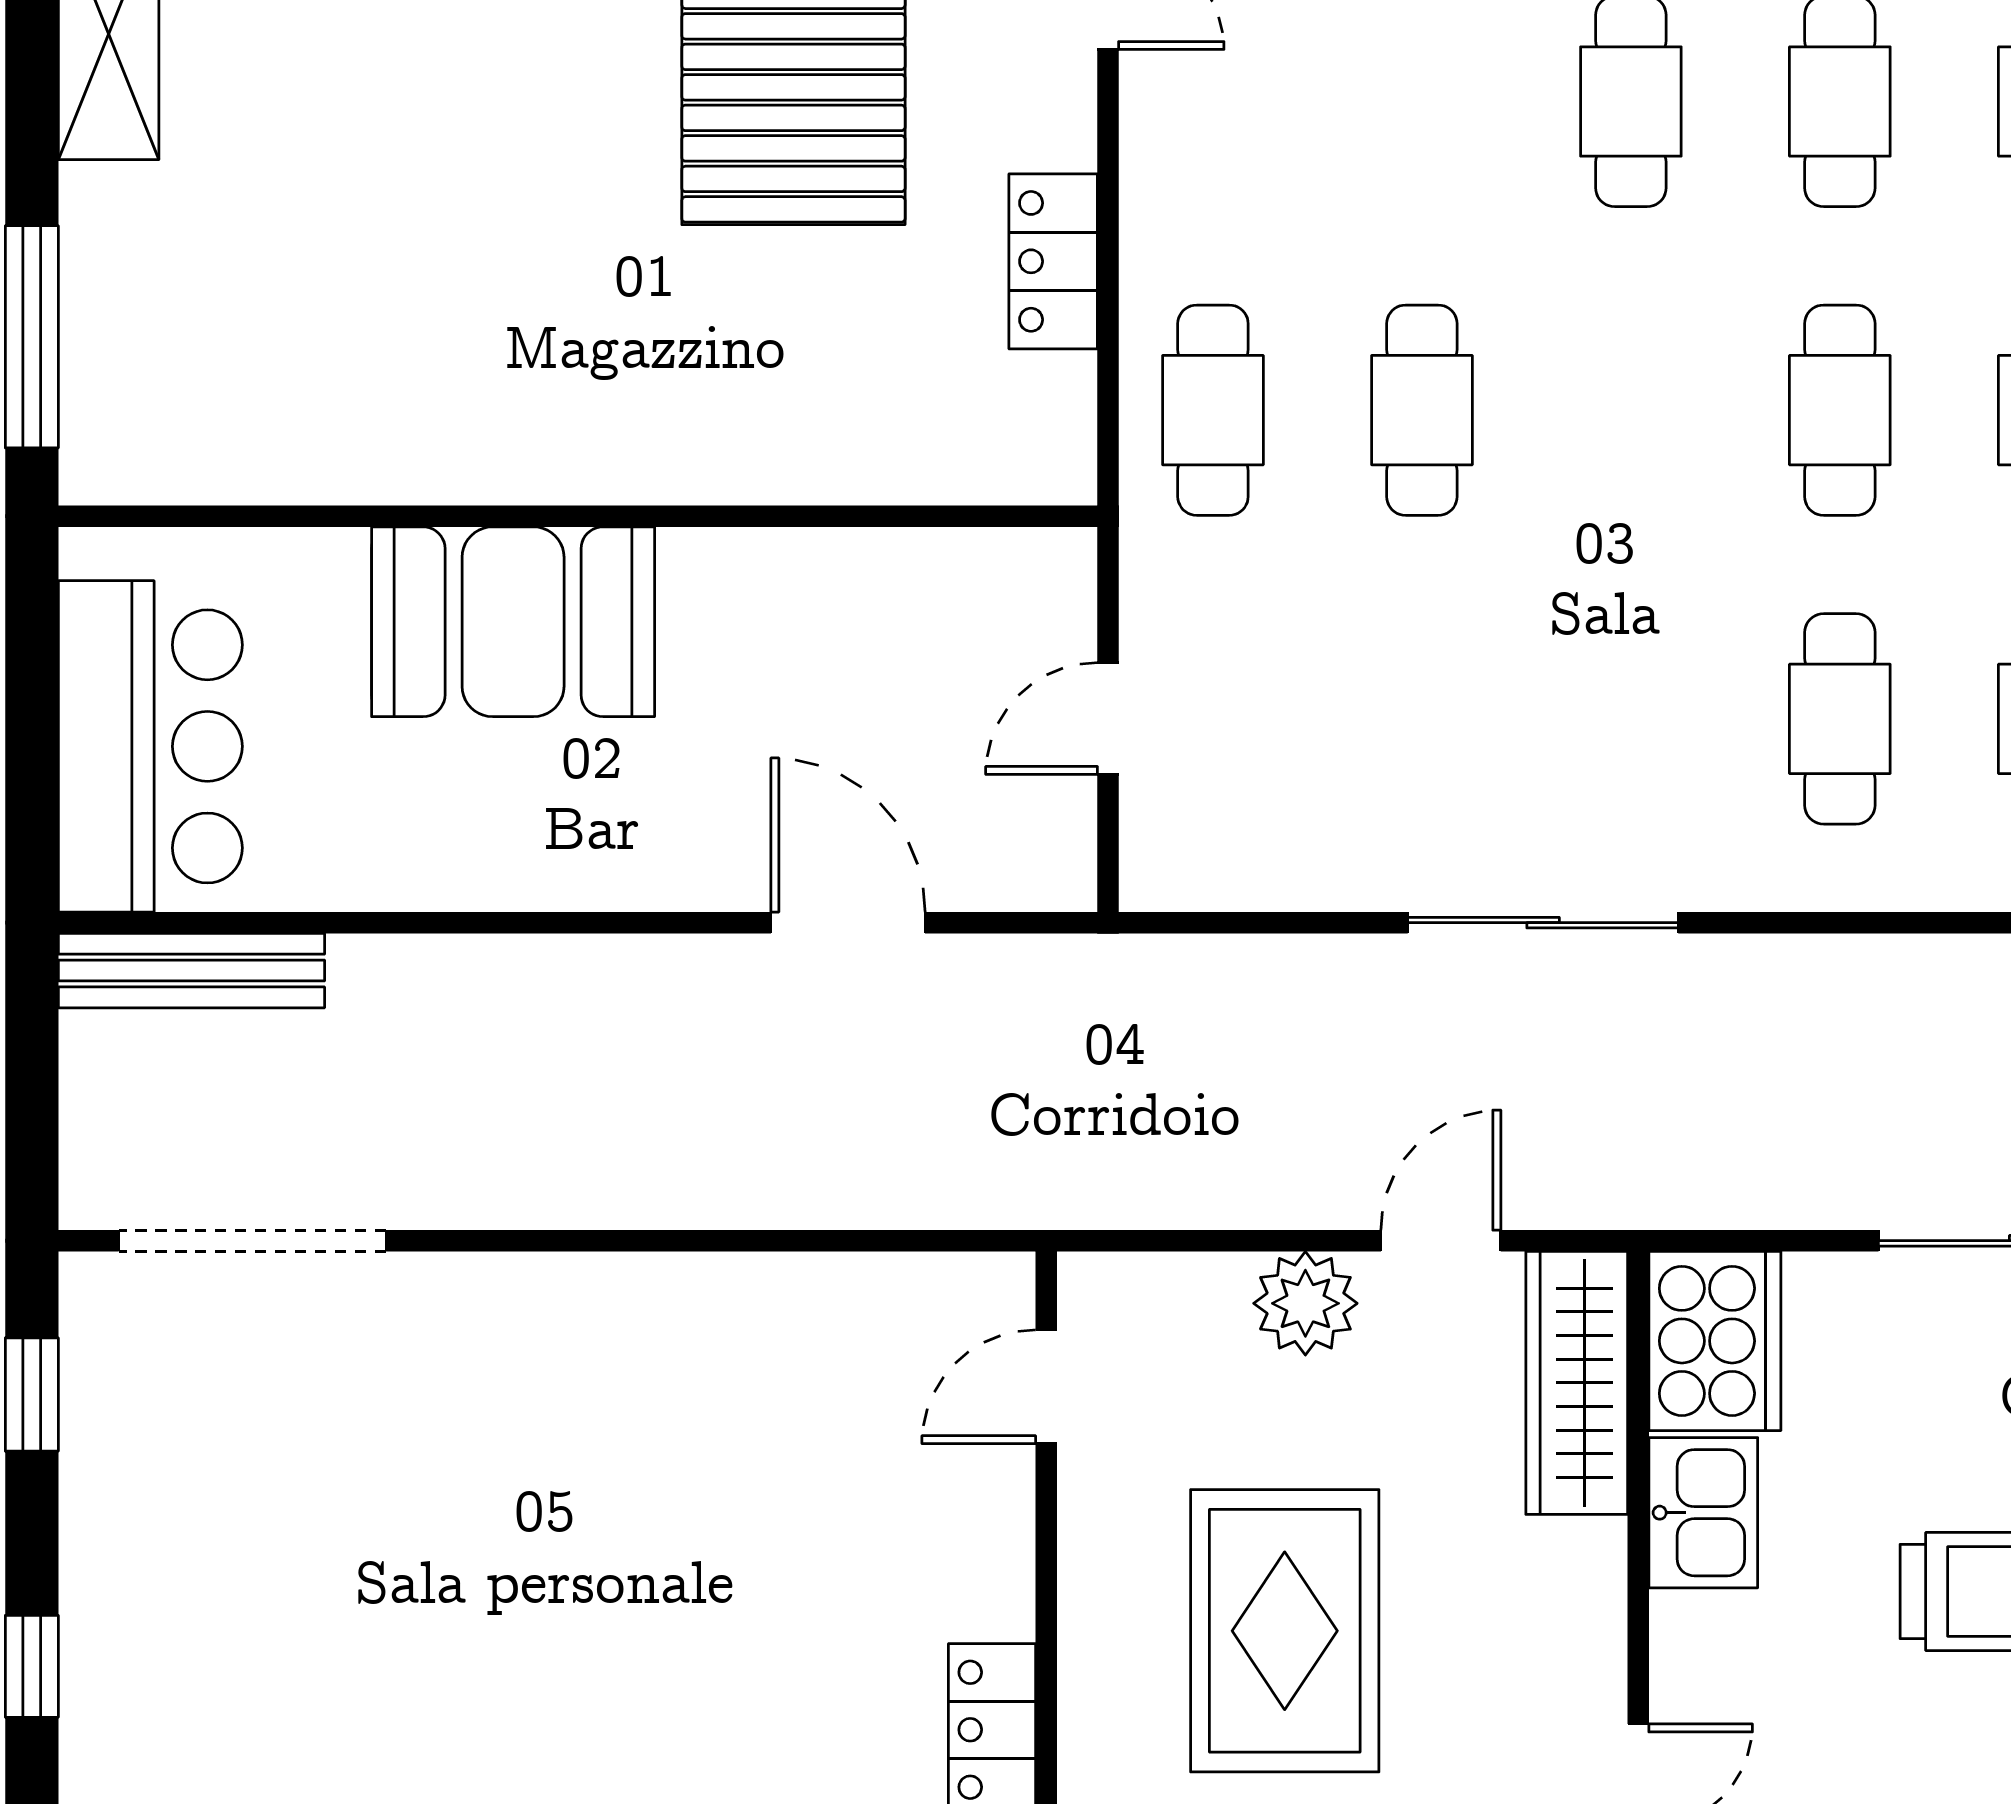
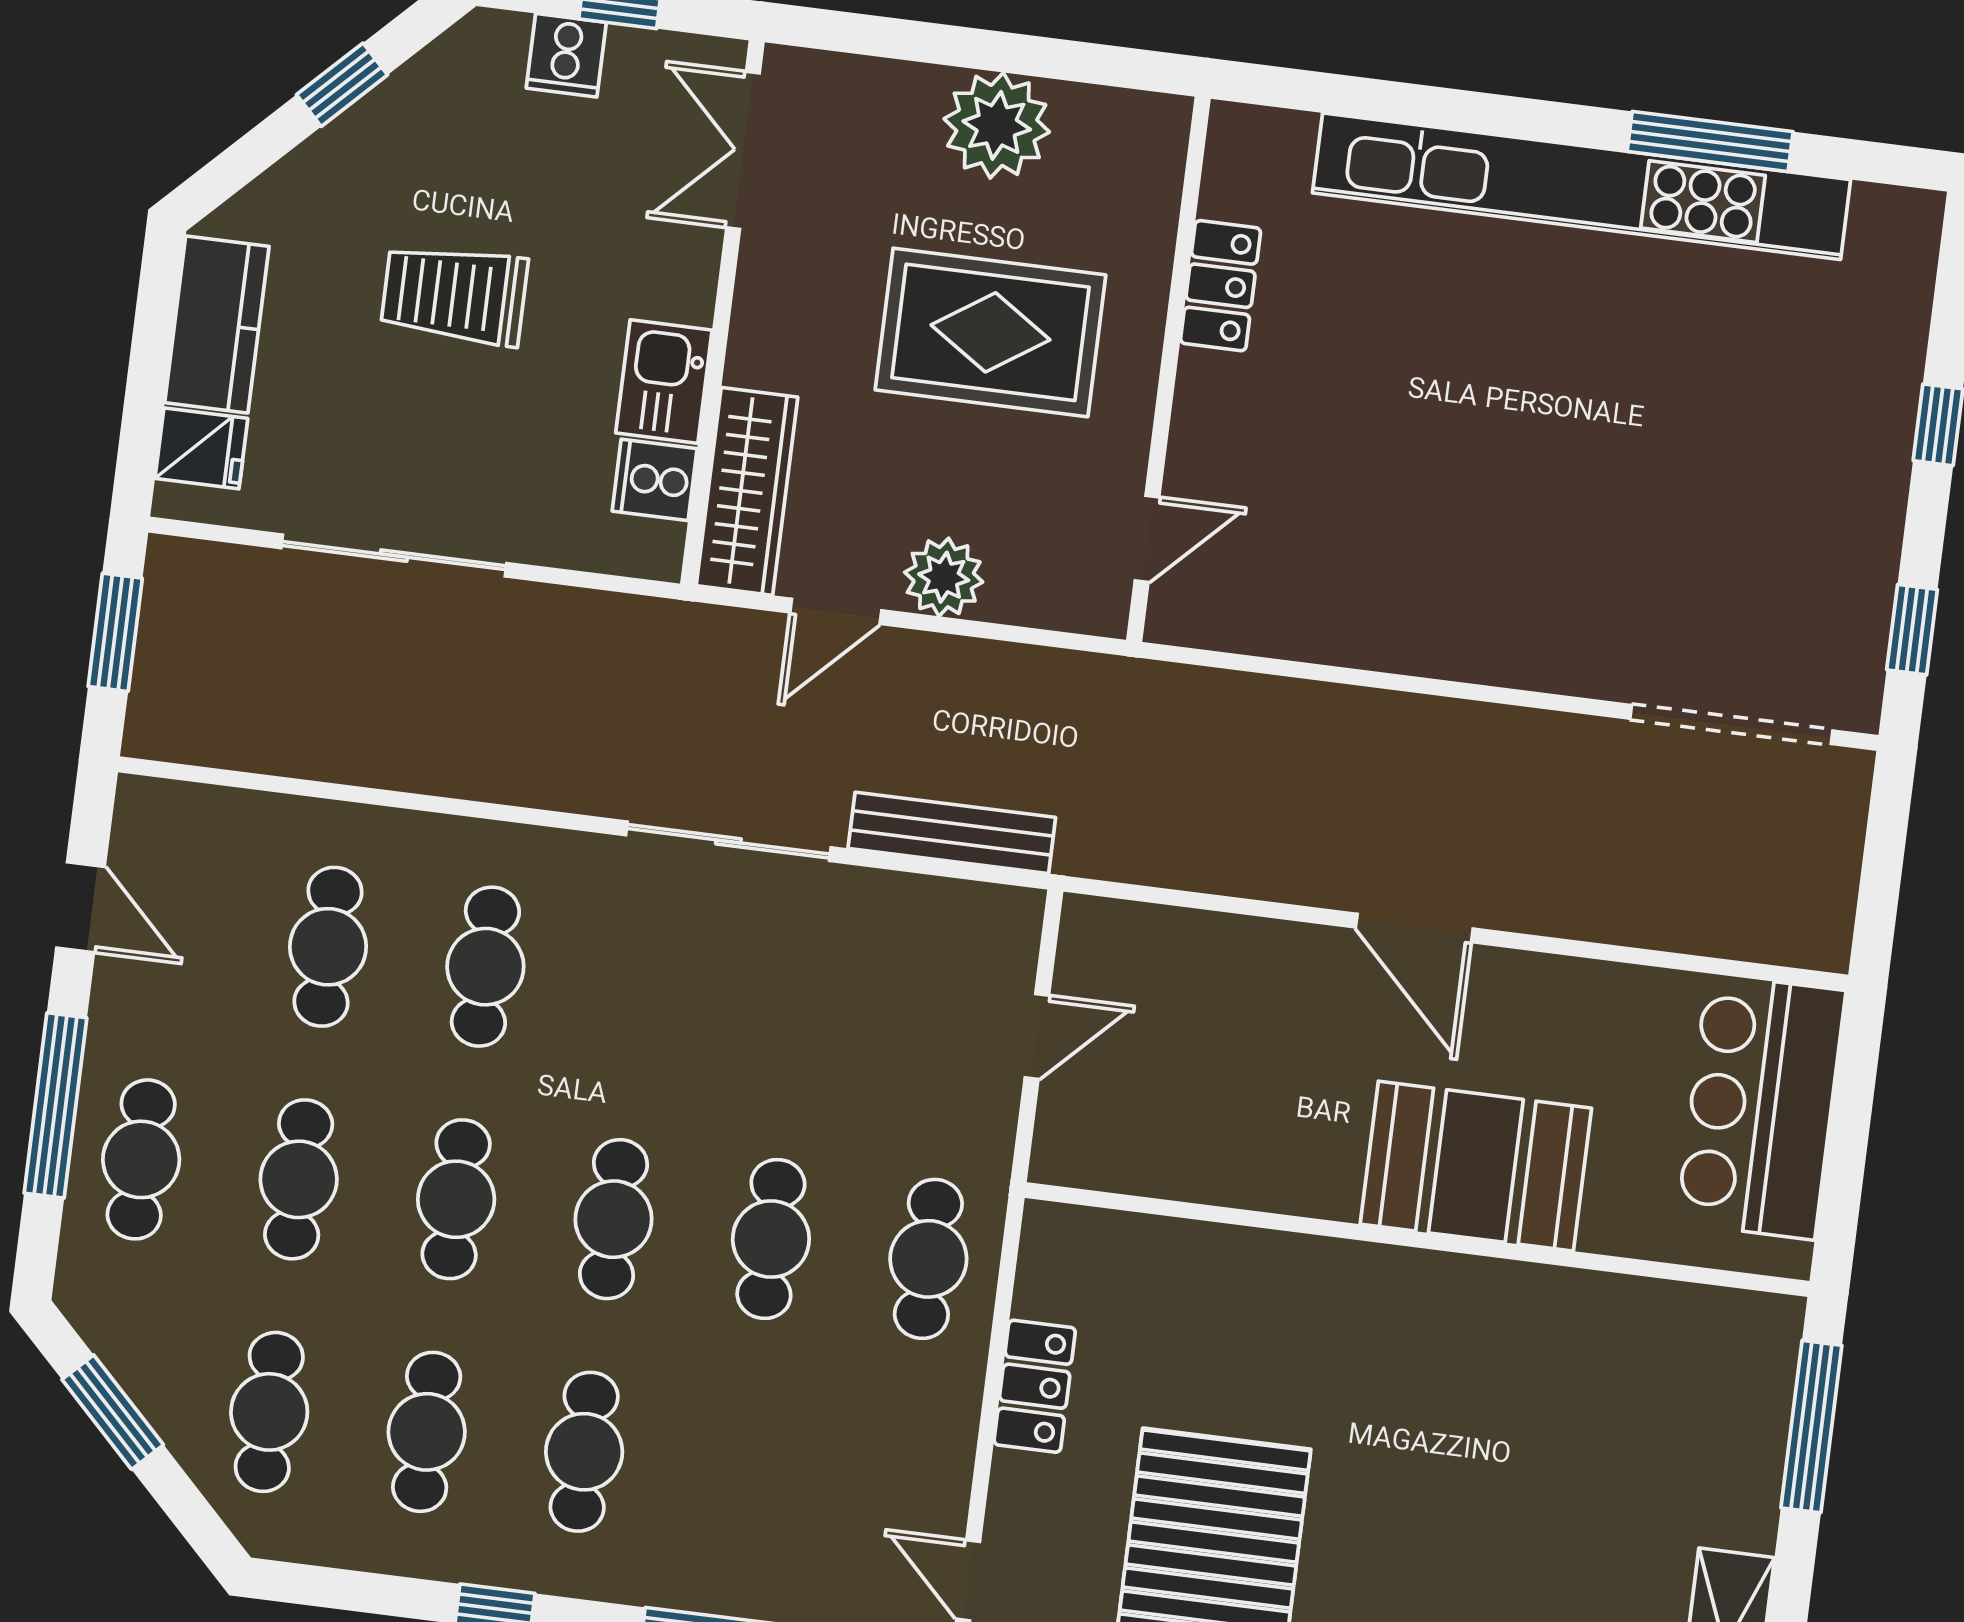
cafe table: (1631, 410) -> (614, 1219), added
door: (848, 923) -> (1414, 928), moved
bench: (191, 971) -> (952, 833), moved
cooker: (1715, 1341) -> (655, 480), width x0.53, depth x0.76
rug: (1285, 1631) -> (991, 332), turned 90

